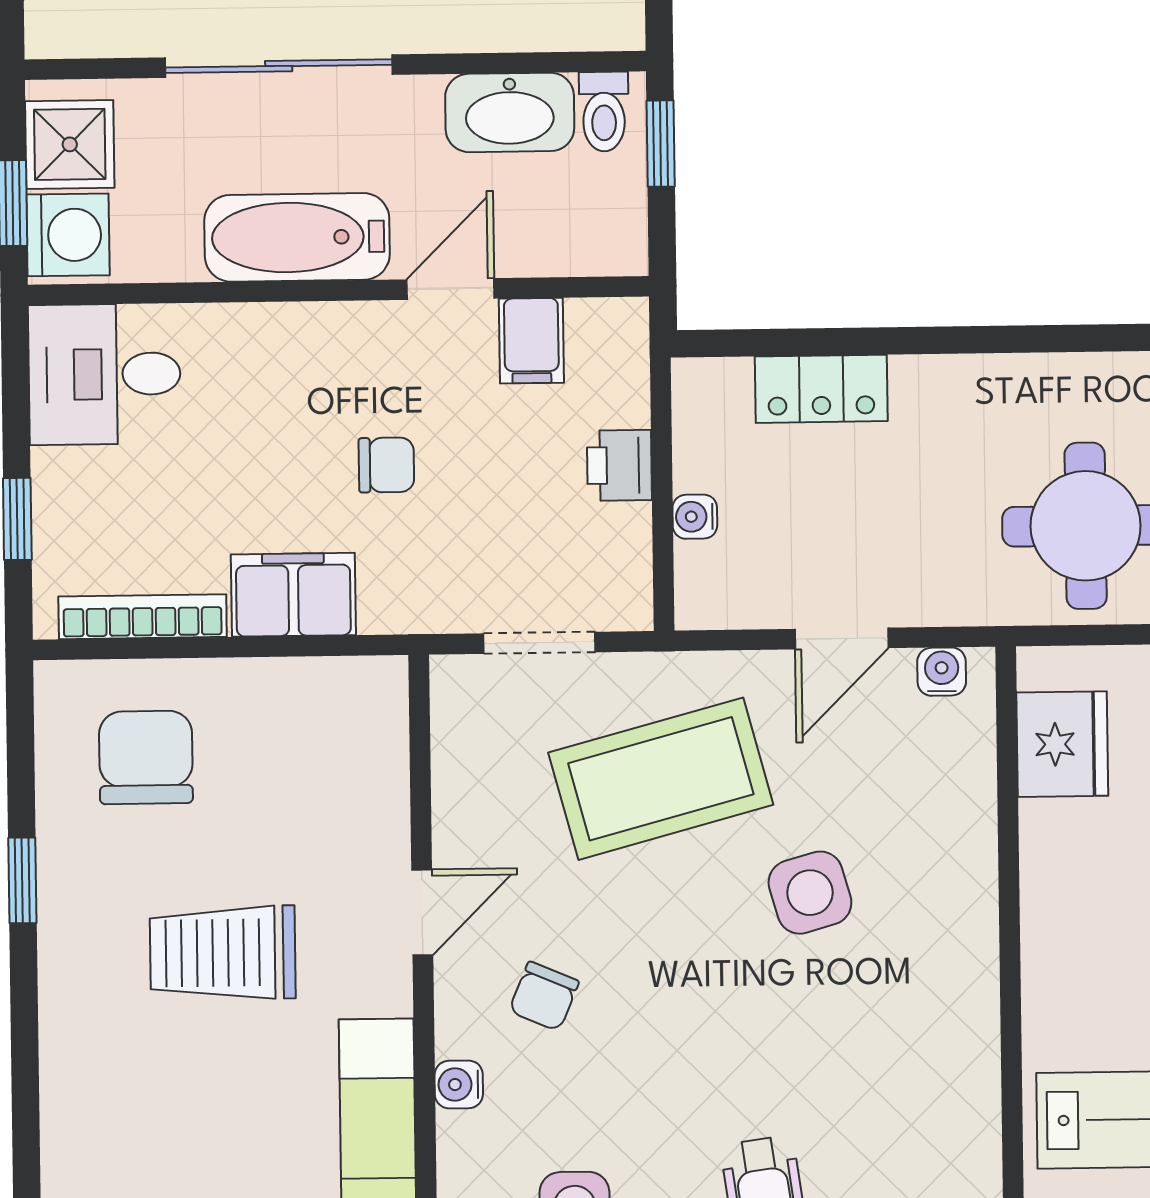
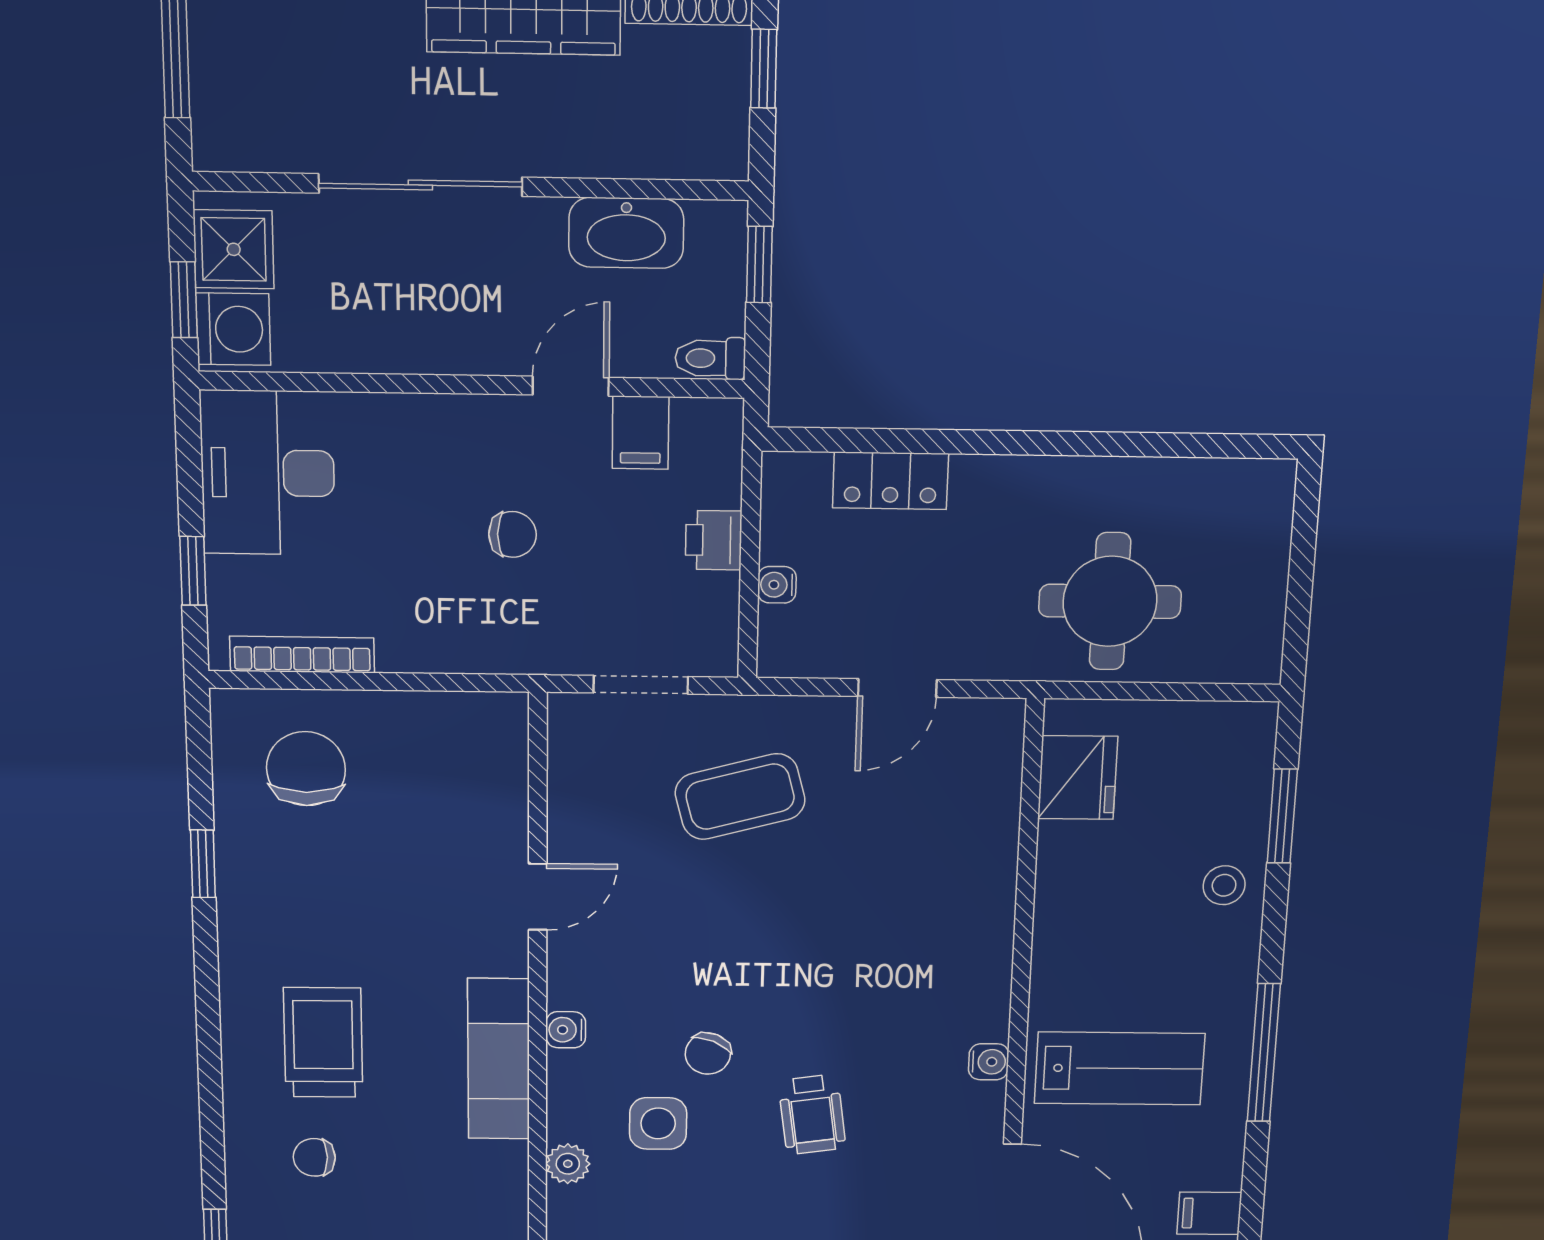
toilet: (604, 112) -> (710, 358), moved, turned 90
bathtub: (297, 237) -> (436, 337), removed
desk: (105, 374) -> (268, 473), width x1.37
filing cabinet: (293, 595) -> (431, 640), removed
water cooler: (942, 672) -> (989, 1062), moved, turned 90
coffee table: (661, 779) -> (740, 797), width x0.73, depth x0.76
side table: (810, 893) -> (861, 889), removed
trolley: (223, 953) -> (323, 1042), moved, turned 90
chair: (544, 996) -> (708, 1054), moved

